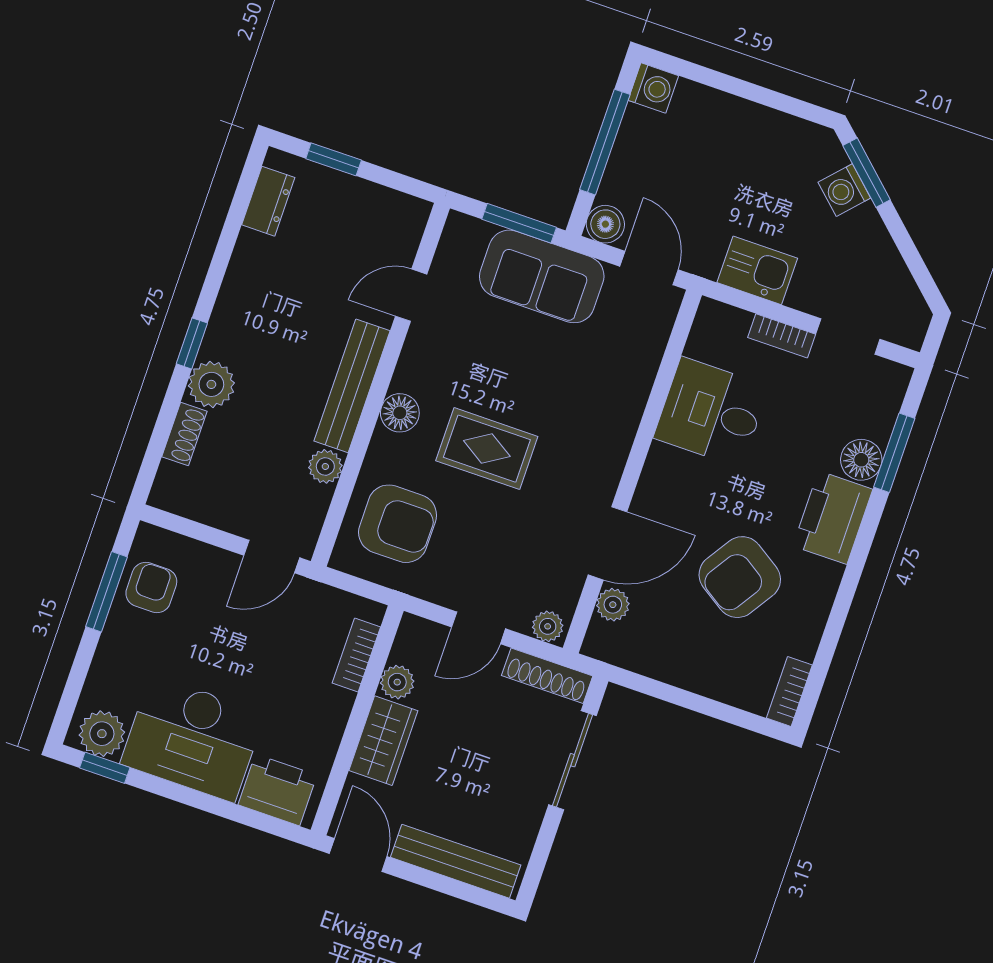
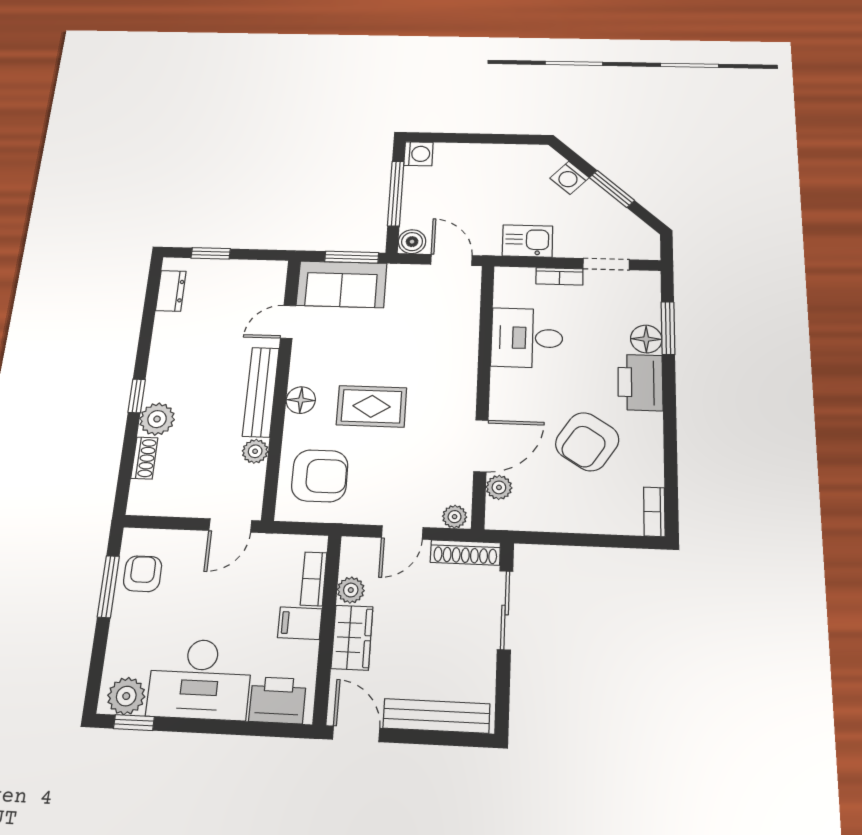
window: (867, 173) -> (612, 189), moved
sofa: (542, 276) -> (342, 284), moved
filing cabinet: (326, 705) -> (300, 623), added

